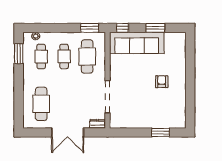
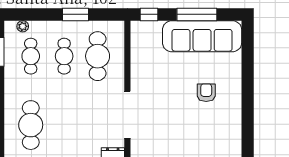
window: (90, 28) -> (75, 14), moved
window: (155, 28) -> (197, 14), width x1.44
sofa: (137, 43) -> (202, 36), moved

